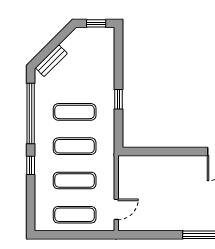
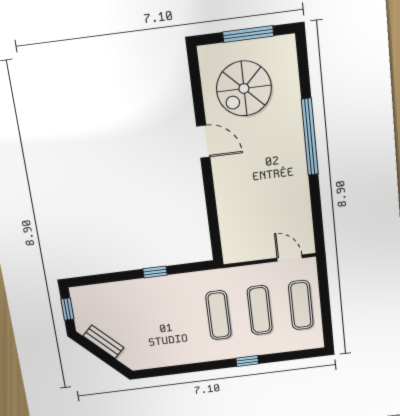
bench: (51, 61) -> (103, 342), moved
exercise mat: (75, 112) -> (177, 320), removed
window: (31, 114) -> (186, 369), removed

